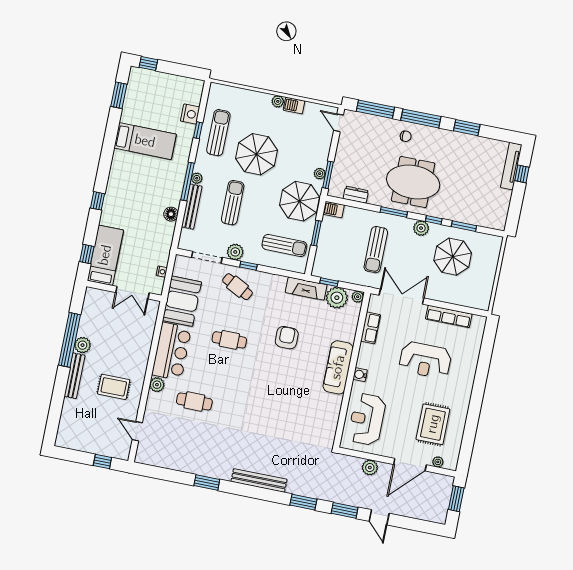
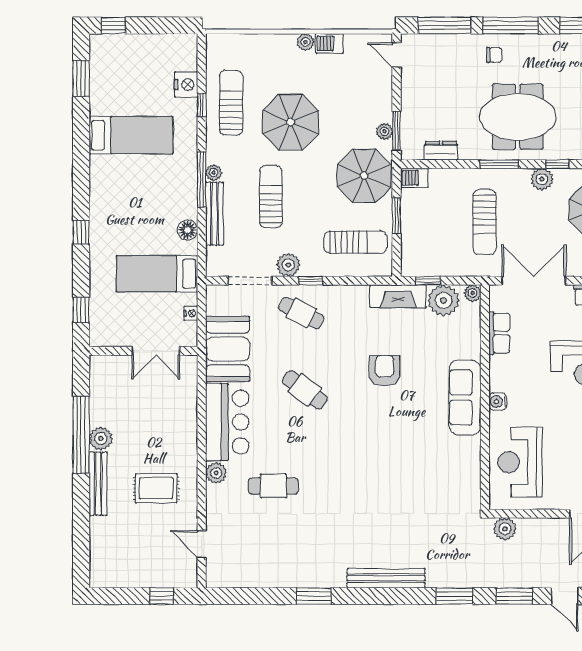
bed: (105, 255) -> (157, 274), moved, turned -90
cafe table: (229, 340) -> (305, 390), turned 37
plant: (370, 468) -> (505, 529), moved

